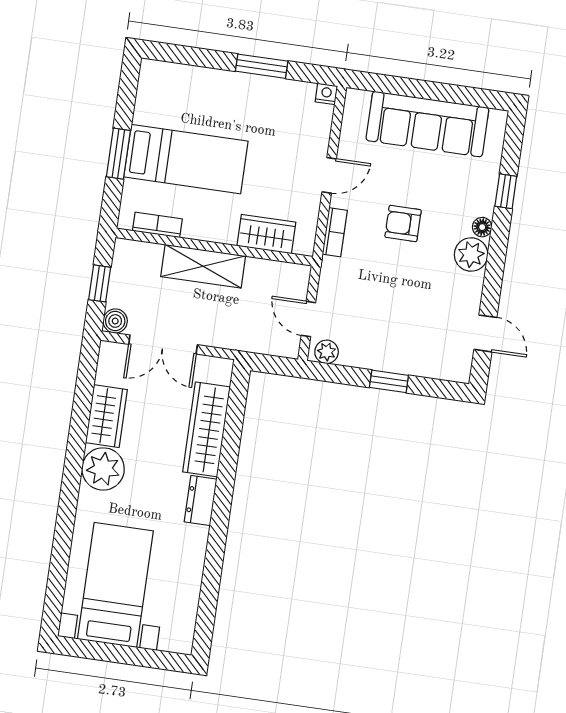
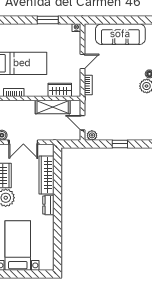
armchair: (403, 224) -> (116, 77), removed
shelving: (203, 266) -> (53, 107), moved

